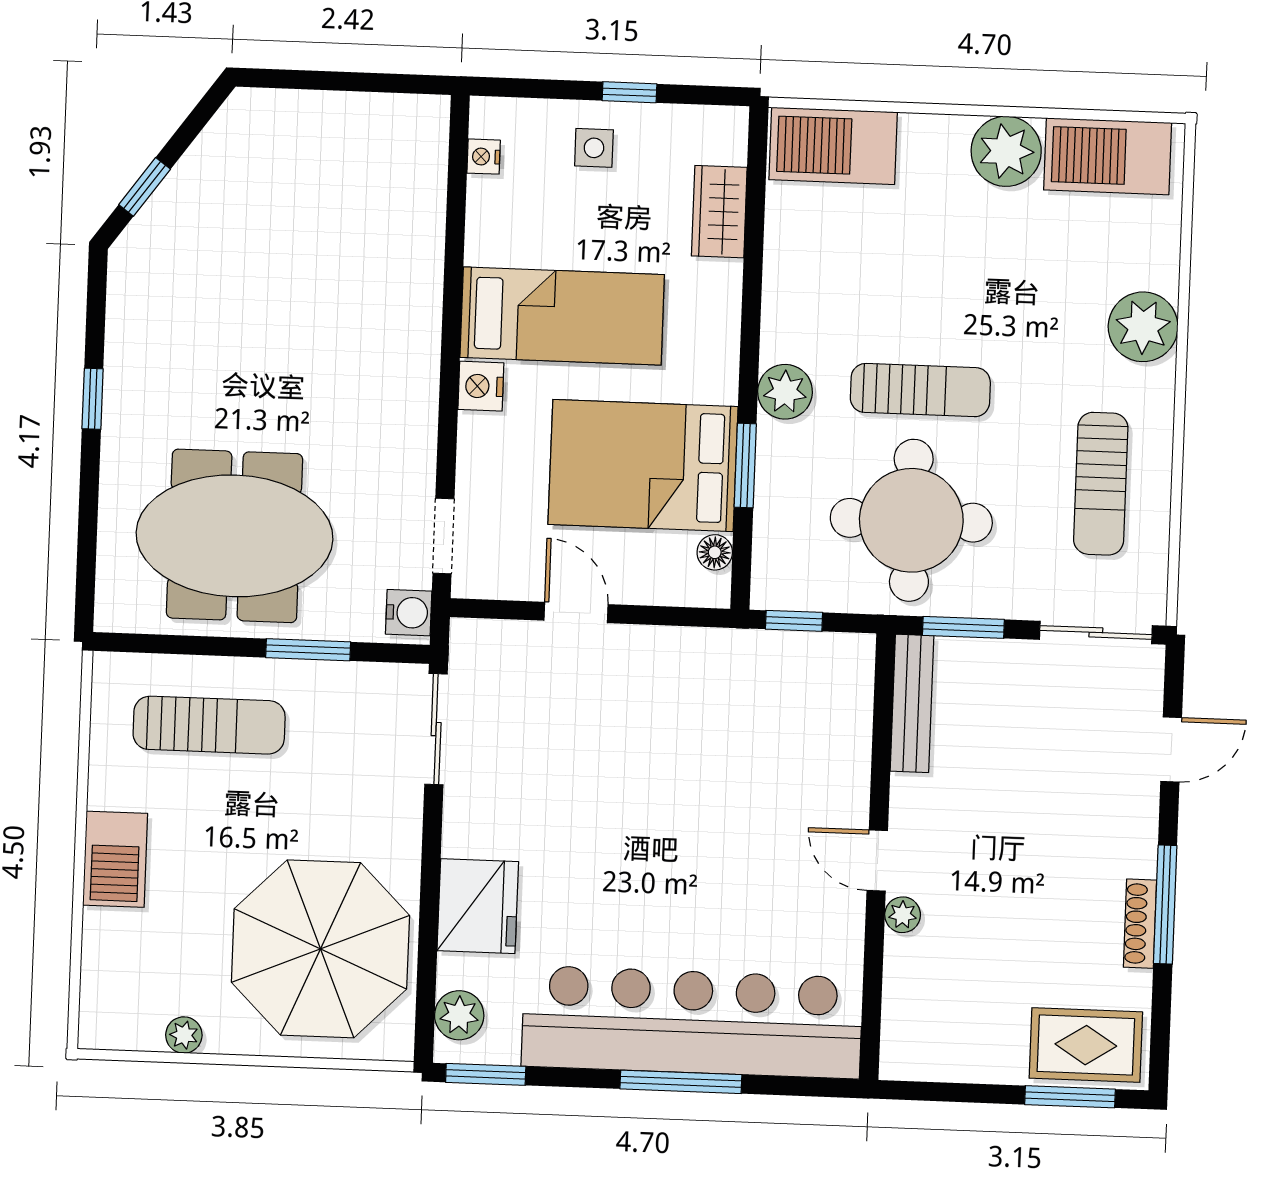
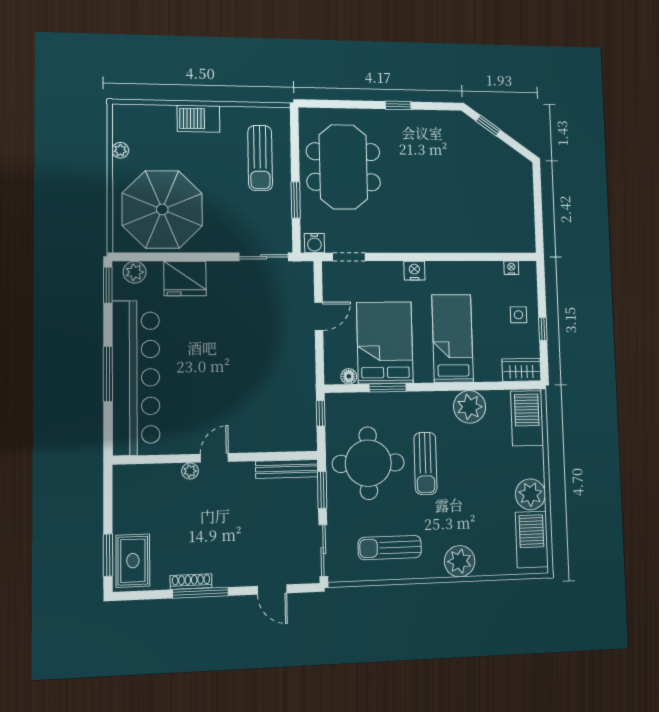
wardrobe: (719, 212) -> (521, 370), moved
bed: (562, 316) -> (453, 338), moved, turned 180
plant: (785, 392) -> (470, 407), moved, width x1.36, depth x1.36

